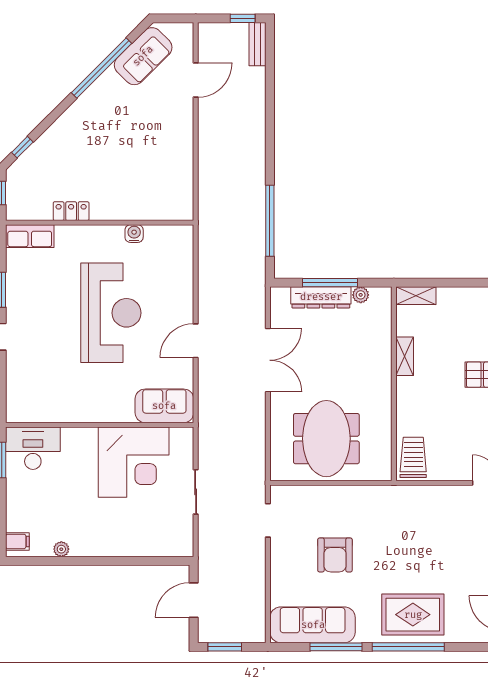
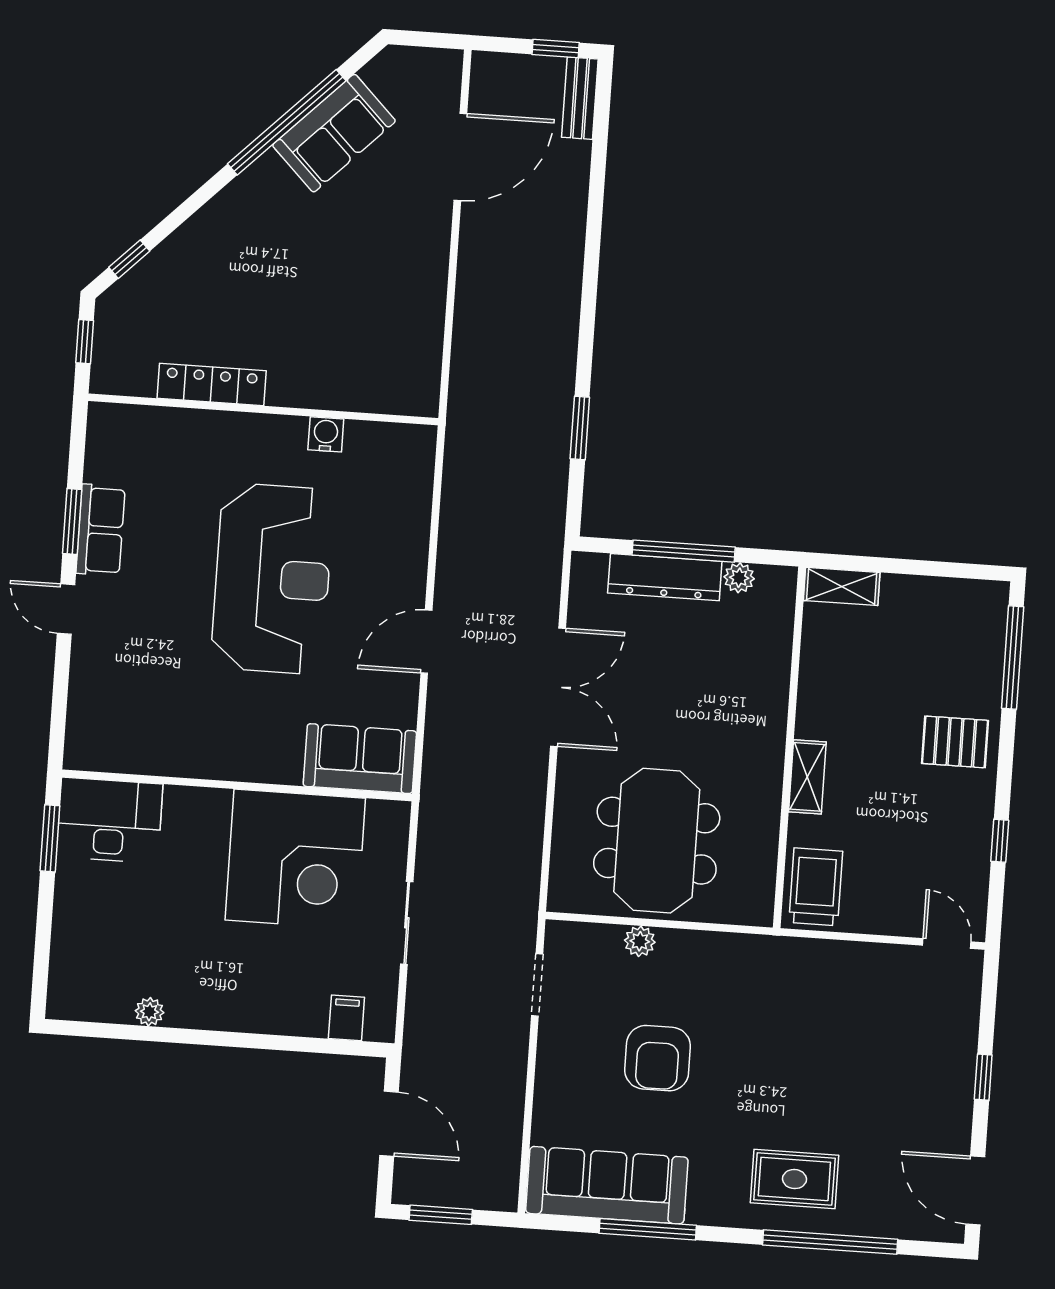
sofa: (143, 56) -> (334, 133), moved
door: (196, 80) -> (460, 157), width x1.36
locker: (71, 211) -> (212, 384), width x1.53
window: (270, 221) -> (580, 428), width x0.47
row of seats: (30, 236) -> (101, 530), moved, turned -90
shelving: (405, 356) -> (807, 777), moved
plant: (321, 493) -> (640, 941), added
filing cabinet: (17, 541) -> (346, 1018), moved, turned -90
door: (194, 600) -> (389, 1124), swing flipped
rug: (413, 615) -> (794, 1179), width x0.73, depth x0.70
window: (408, 647) -> (830, 1242), moved

